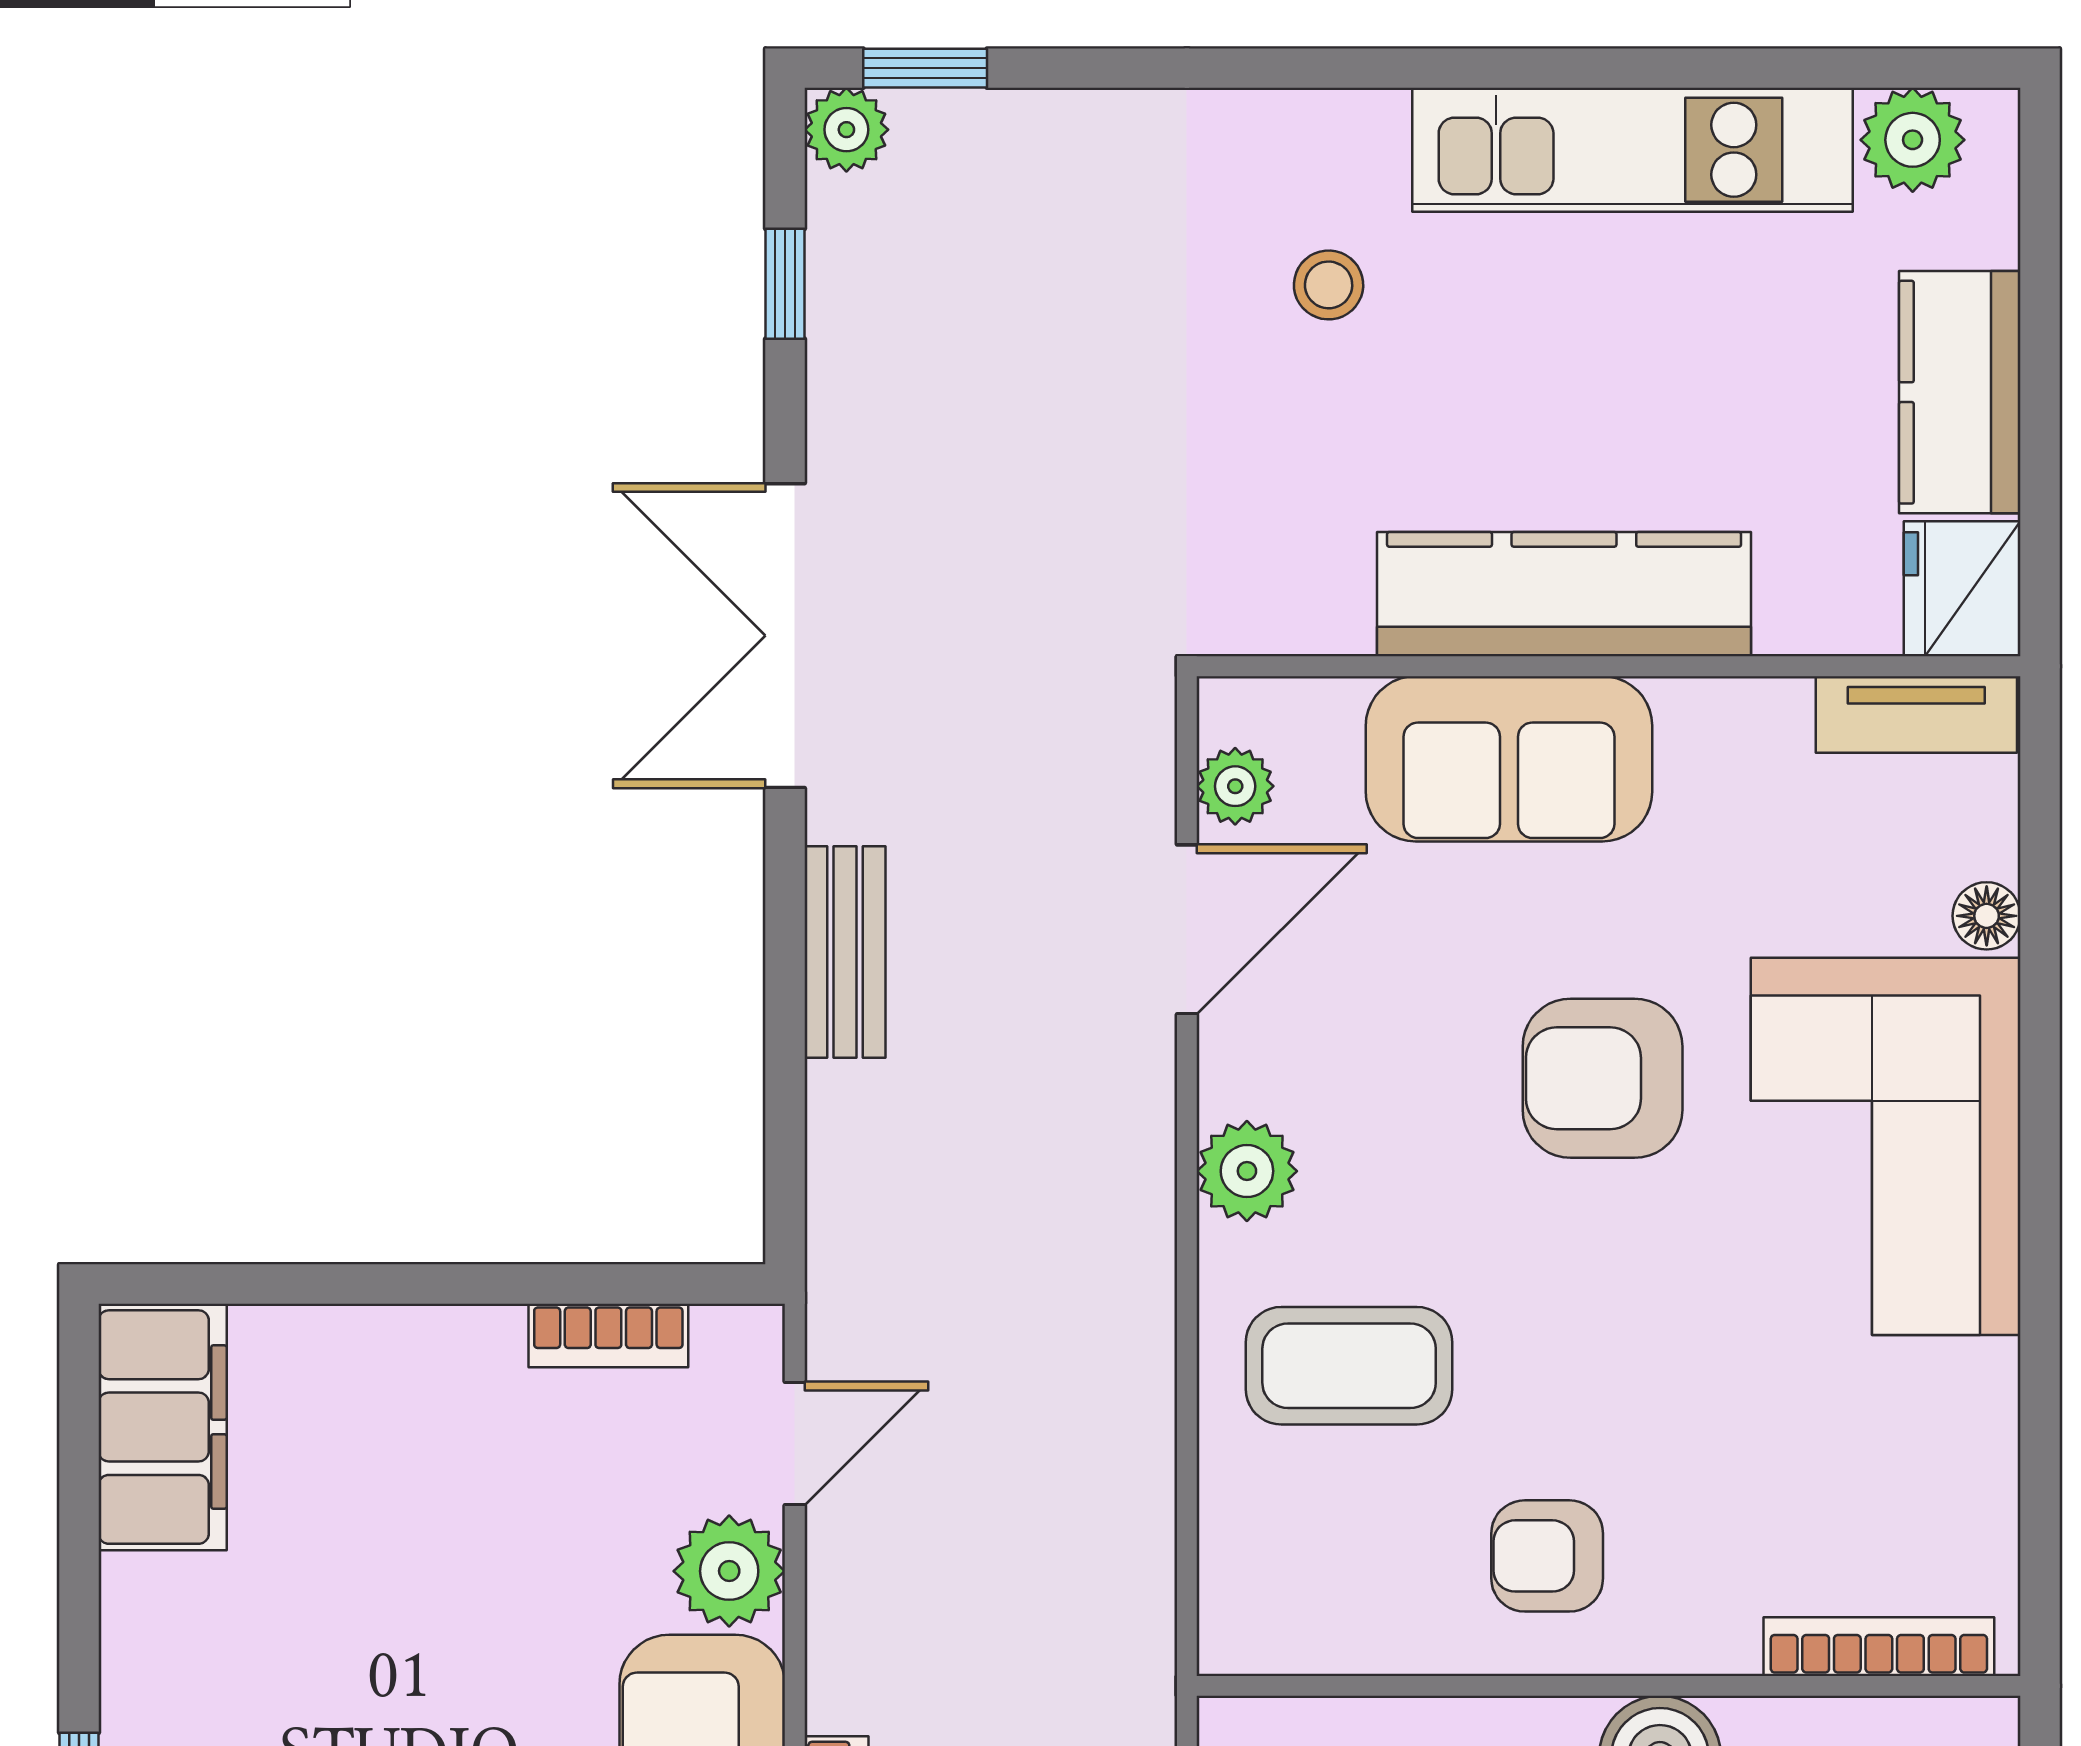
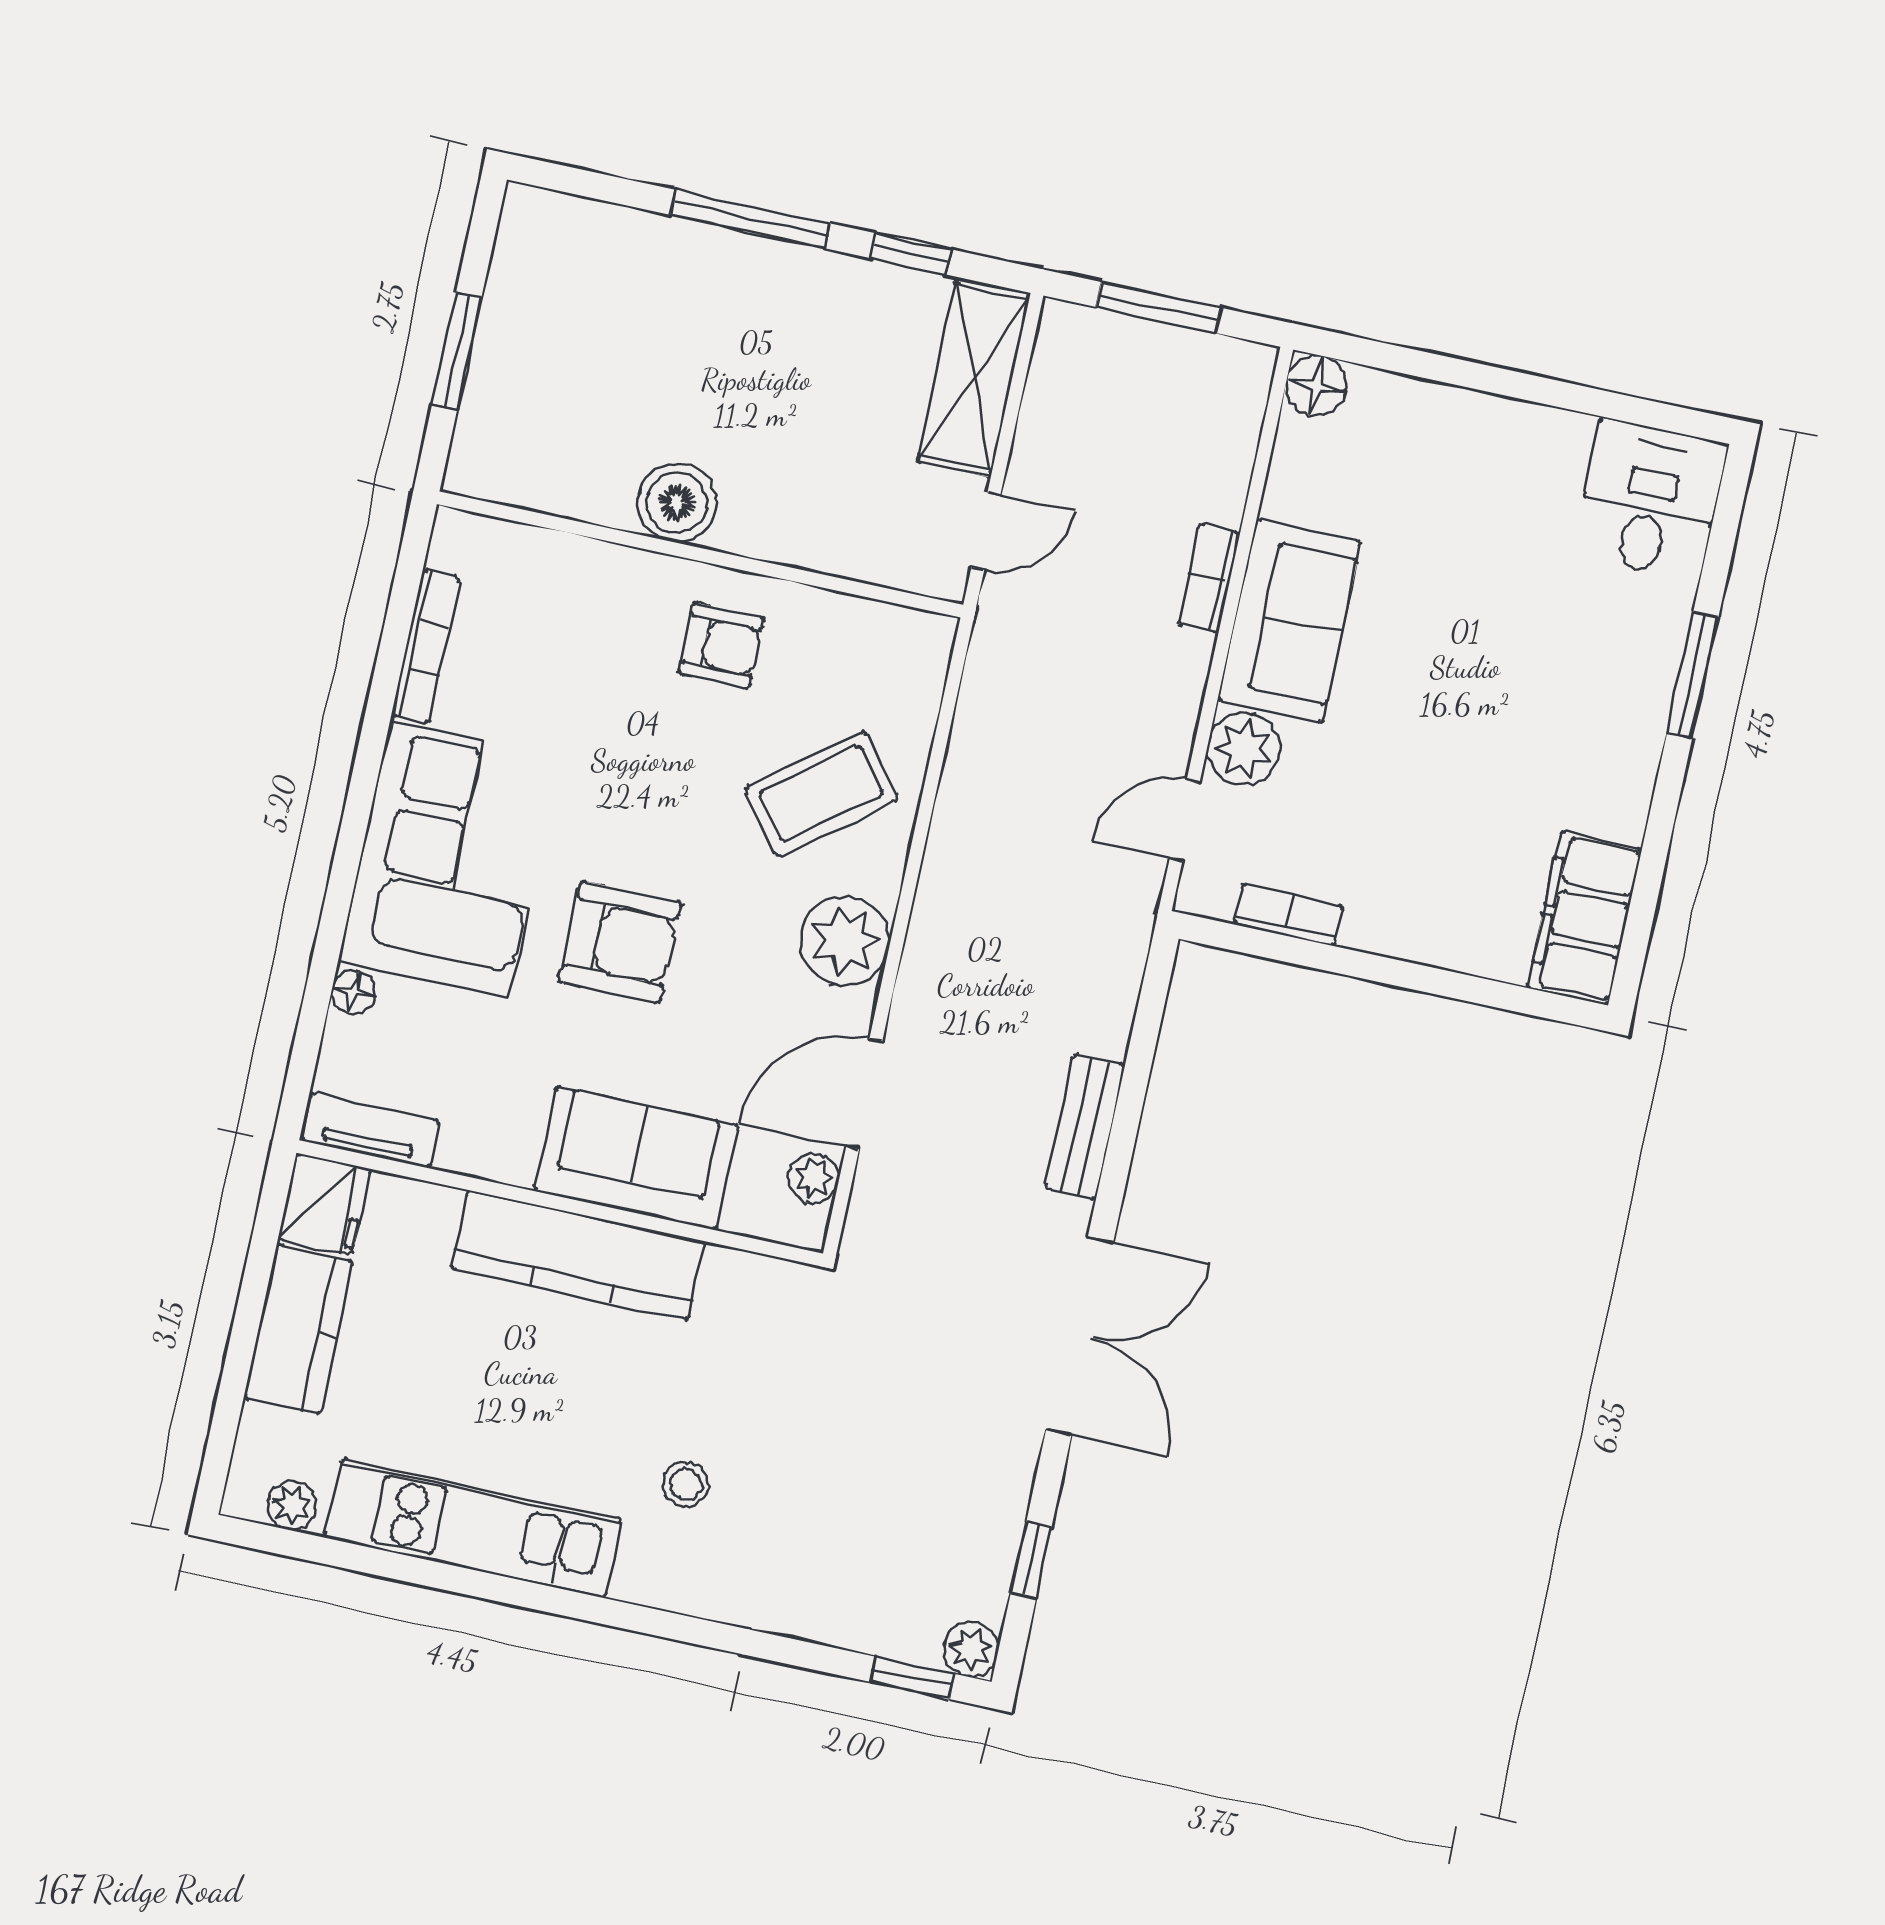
plant: (1913, 140) -> (292, 1505), width x0.73, depth x0.73
plant: (1247, 1171) -> (845, 941), width x1.36, depth x1.36
coffee table: (1349, 1366) -> (821, 794), turned -38
bookcase: (1879, 1647) -> (425, 647), moved, turned -90

